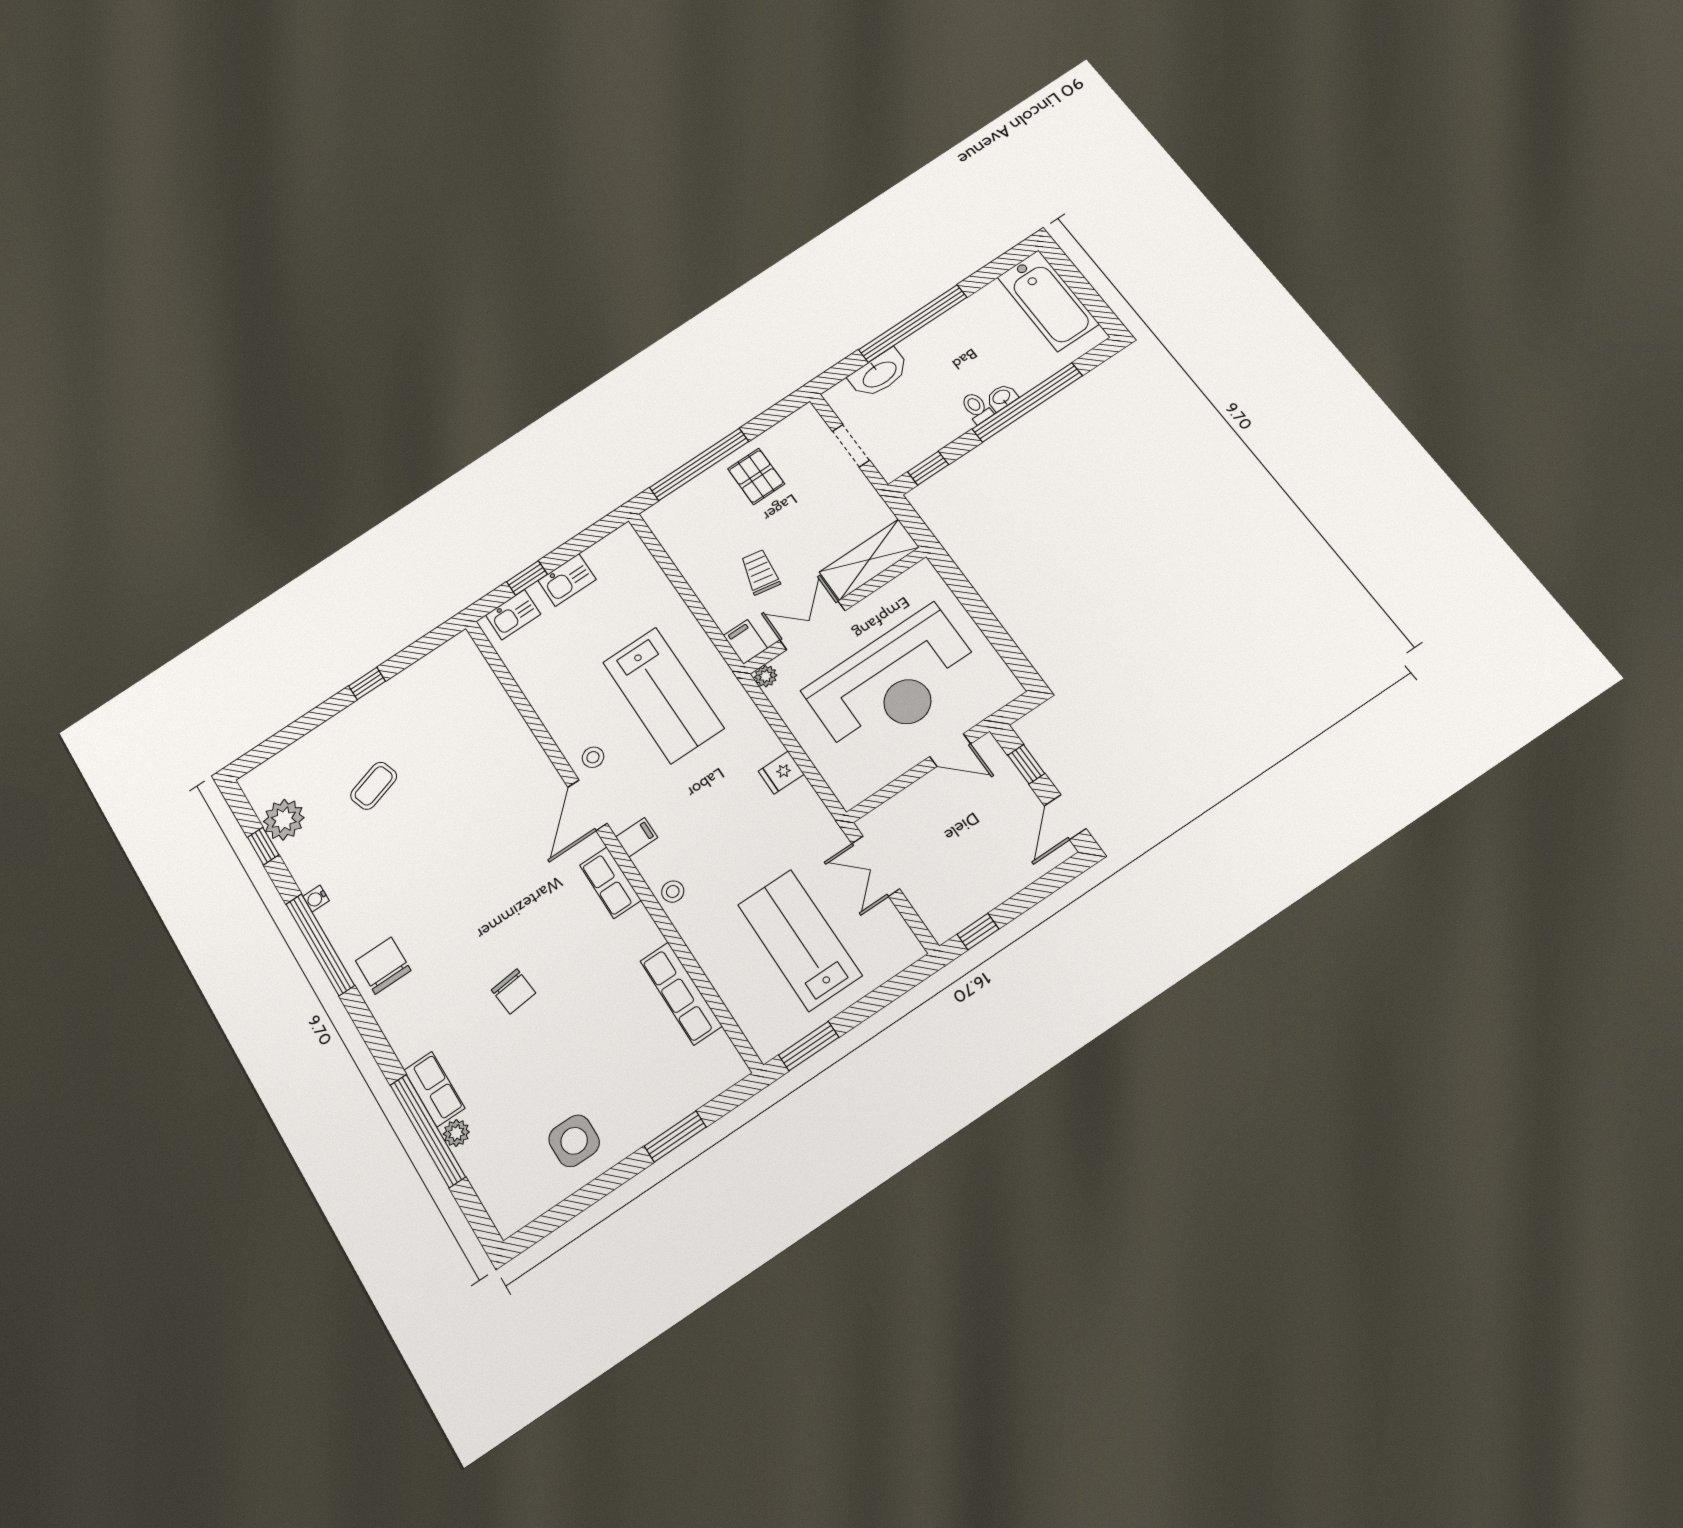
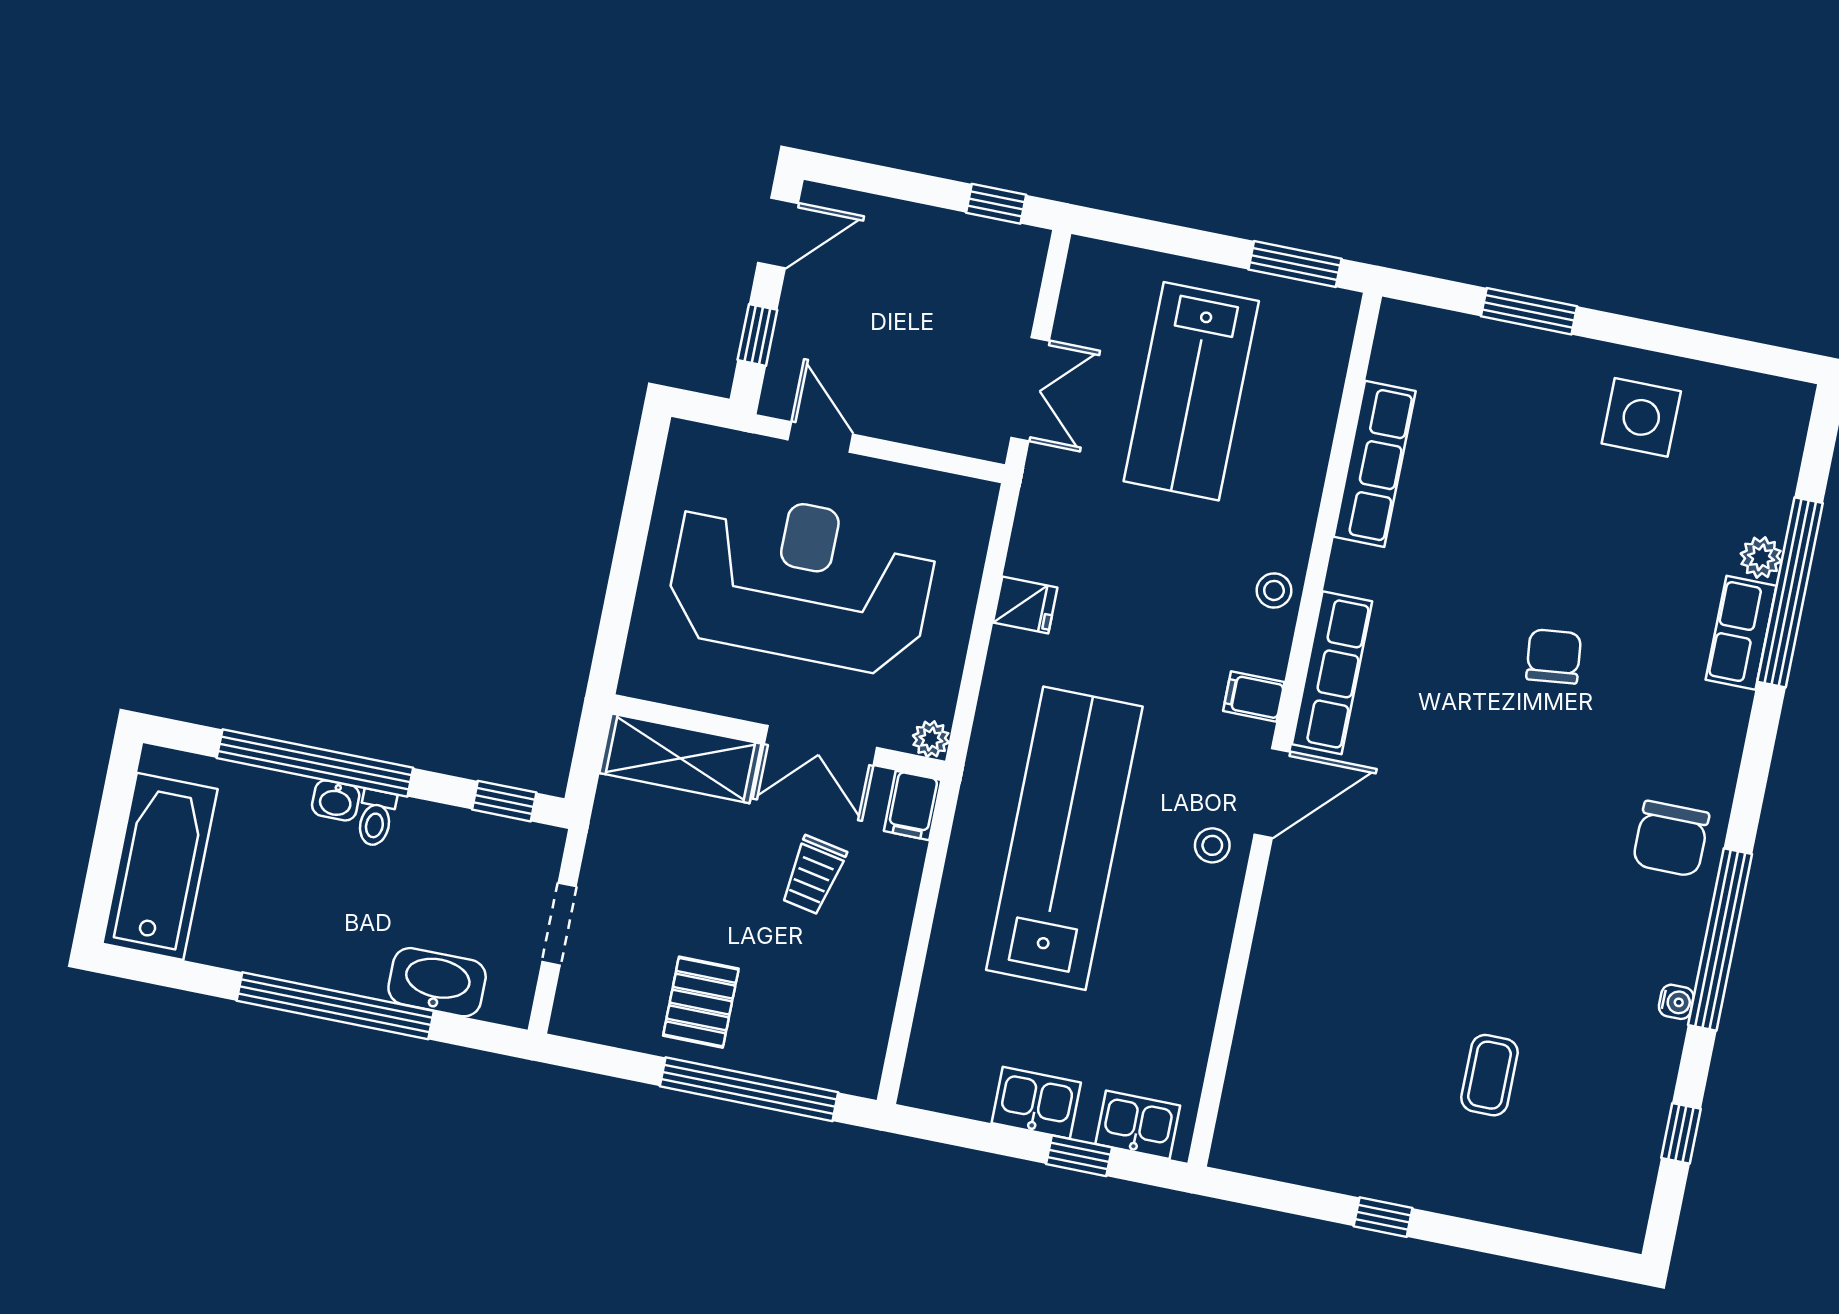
lab bench: (663, 695) -> (1064, 838), width x1.36
coffee table: (374, 786) -> (1489, 1075), turned -72
plant: (284, 820) -> (1629, 1142), removed
row of seats: (610, 883) -> (1332, 673), width x1.48

